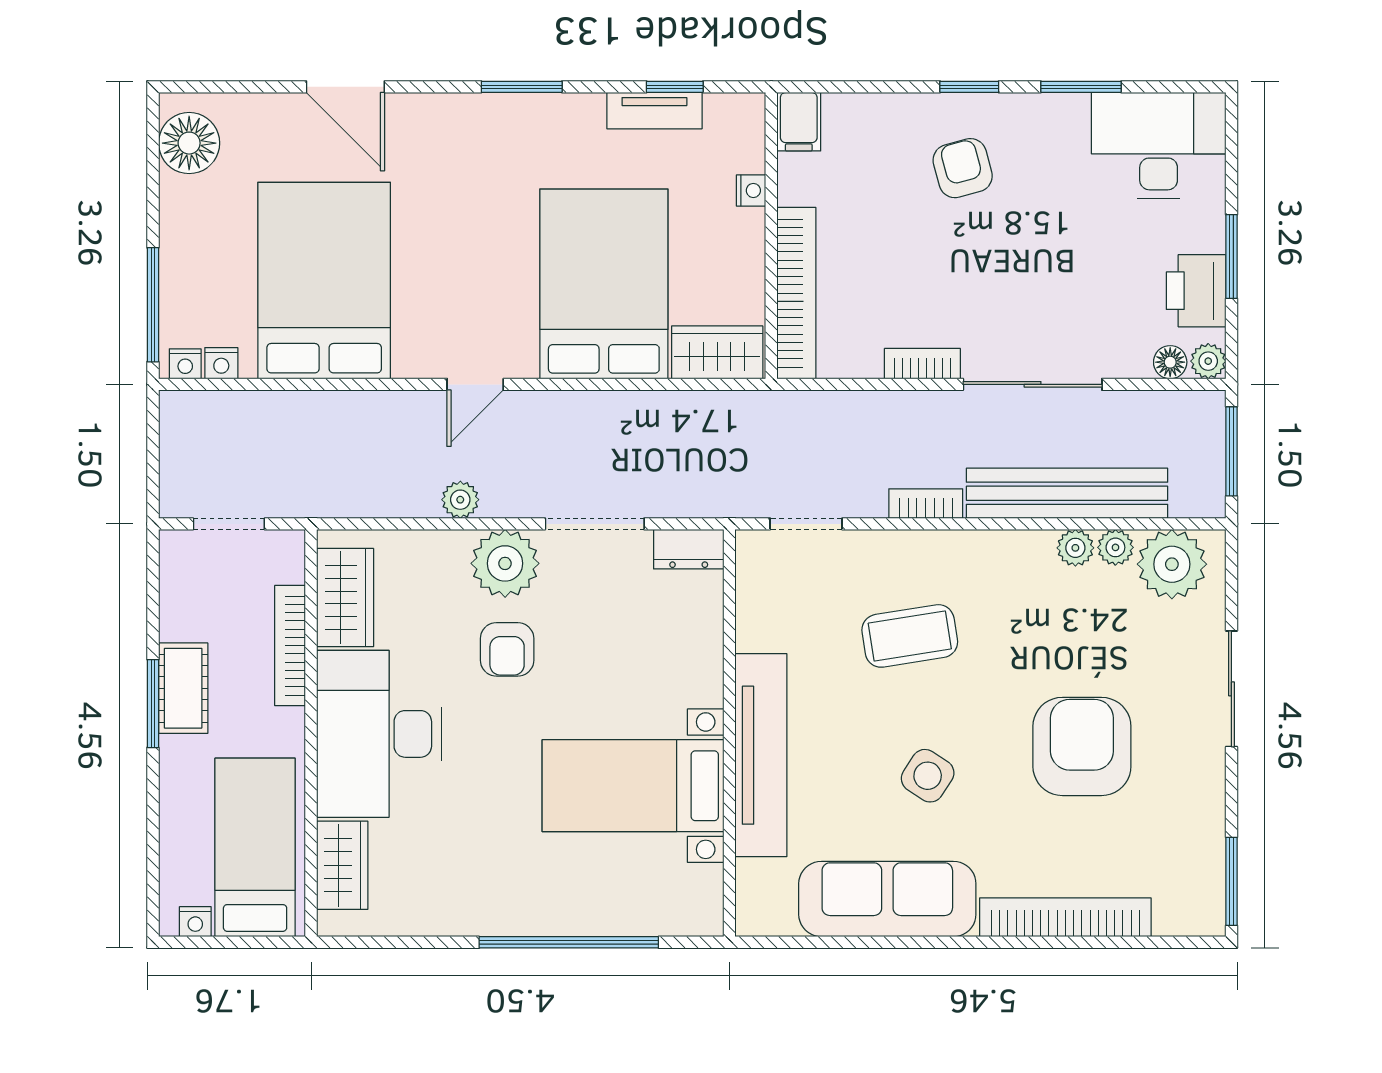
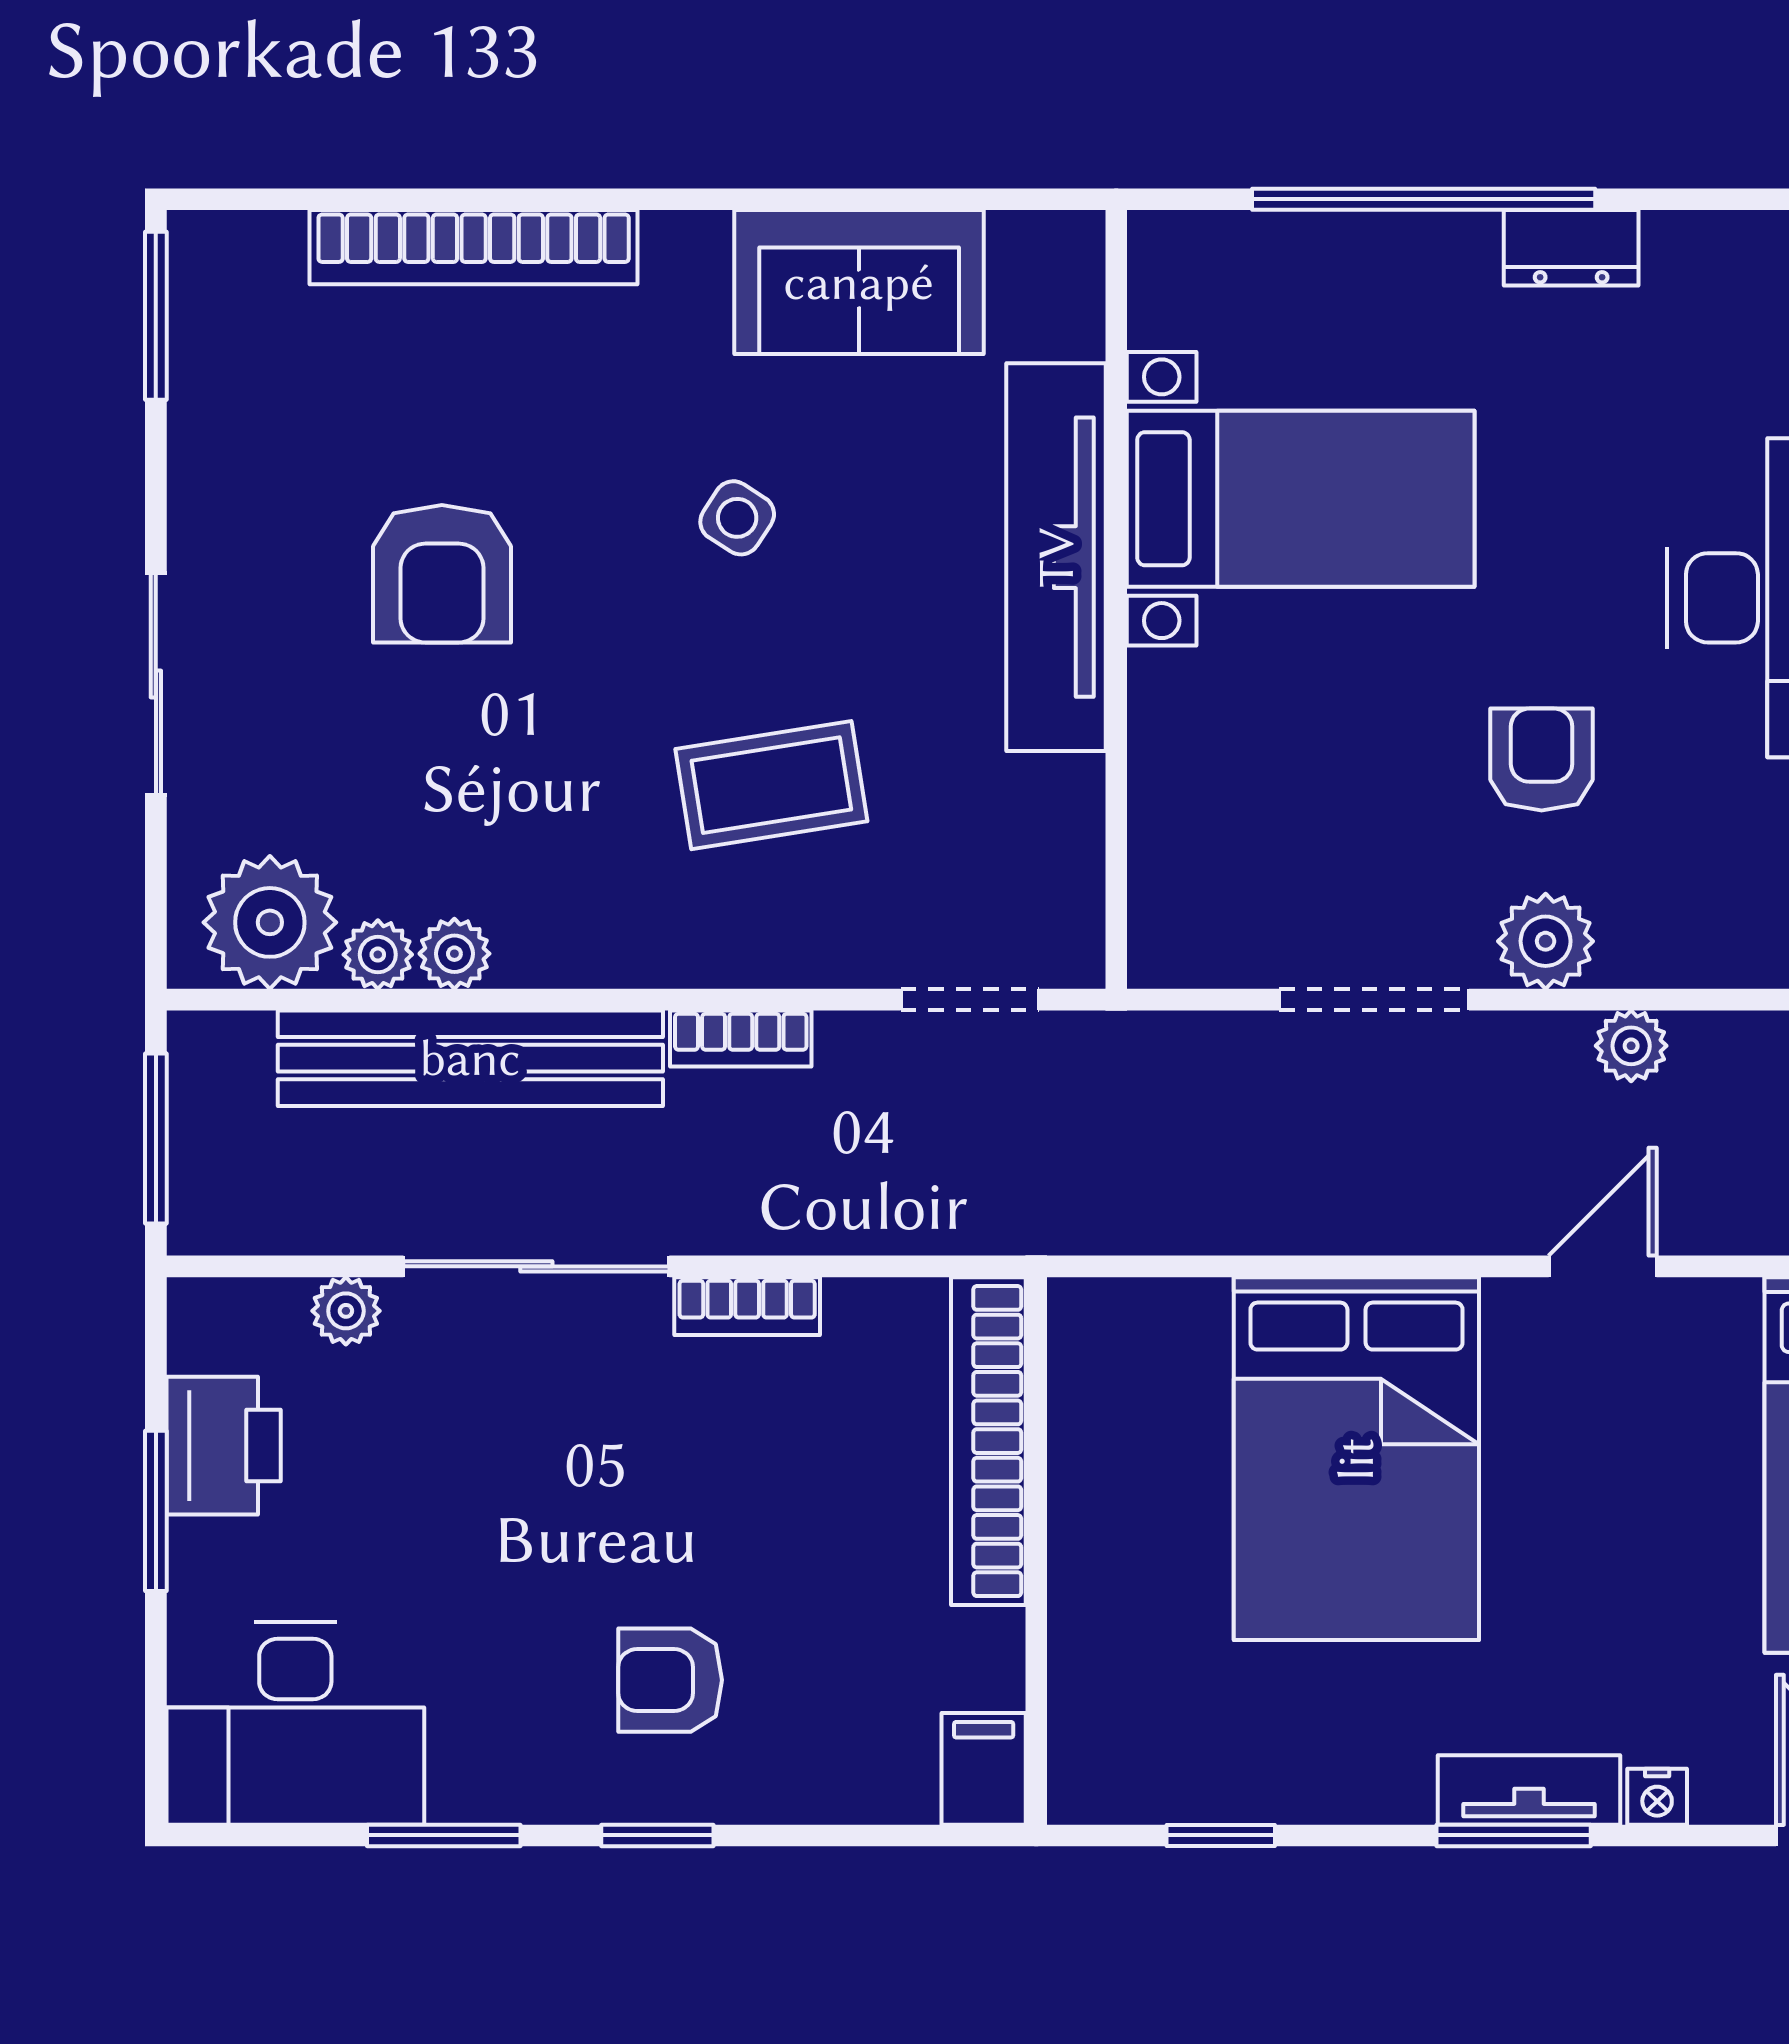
tv unit: (654, 111) -> (1529, 1790), moved
armchair: (963, 168) -> (670, 1680), turned 105
nightstand: (751, 190) -> (1657, 1797), moved, turned -90
wardrobe: (717, 352) -> (1140, 1328), removed
plant: (1208, 361) -> (346, 1311), moved
floor lamp: (1170, 362) -> (273, 1309), removed
dresser: (689, 549) -> (1571, 248), moved, turned 180
plant: (505, 563) -> (1546, 941), width x0.73, depth x0.73
armchair: (1082, 746) -> (442, 574), width x0.73, depth x0.73
side table: (928, 776) -> (737, 518), width x0.73, depth x0.73
sofa: (887, 899) -> (859, 282), width x0.73

